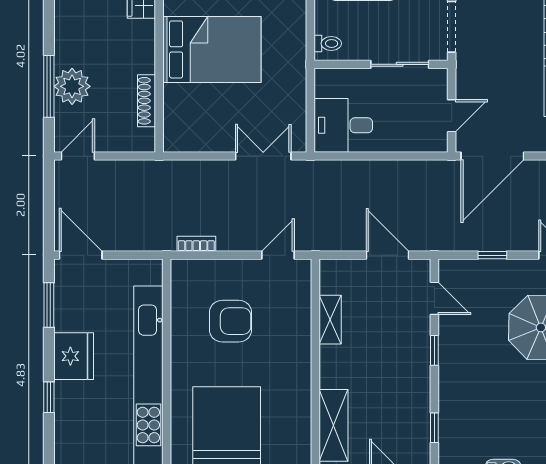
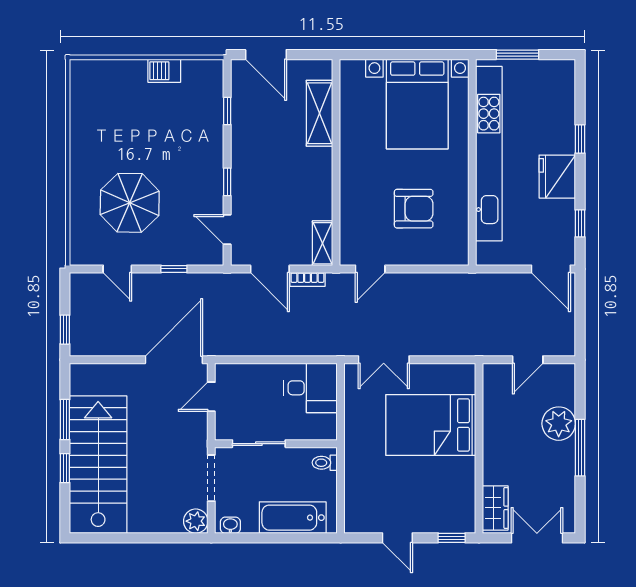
bed: (212, 49) -> (431, 425), moved
window: (49, 86) -> (580, 448), moved
shoe rack: (147, 101) -> (491, 410), removed
door: (78, 156) -> (528, 360), moved
bookcase: (196, 244) -> (307, 279), moved
window: (49, 305) -> (580, 223), width x0.67
shelving: (330, 320) -> (323, 243), moved
armchair: (231, 321) -> (414, 209), turned 180

